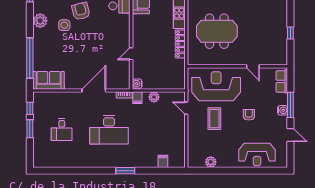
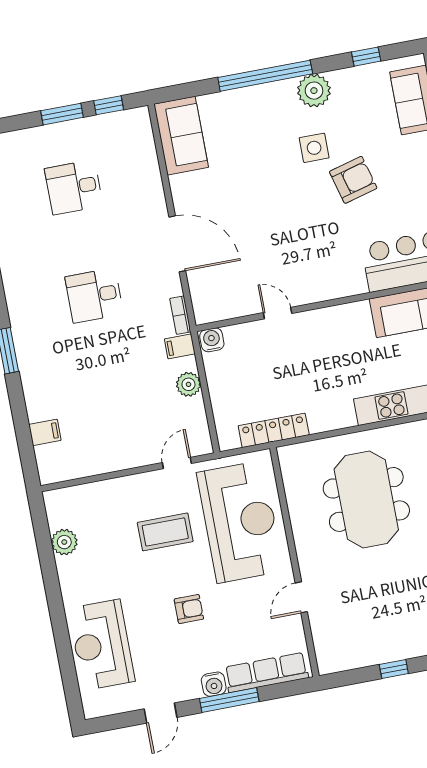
locker: (180, 44) -> (274, 430), moved
window: (30, 58) -> (265, 76), moved
row of seats: (282, 81) -> (266, 672), width x1.48
desk: (109, 130) -> (94, 295), width x0.53, depth x0.77

